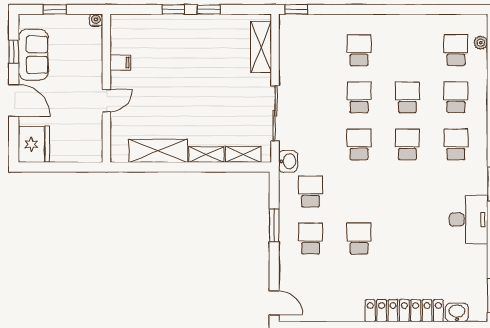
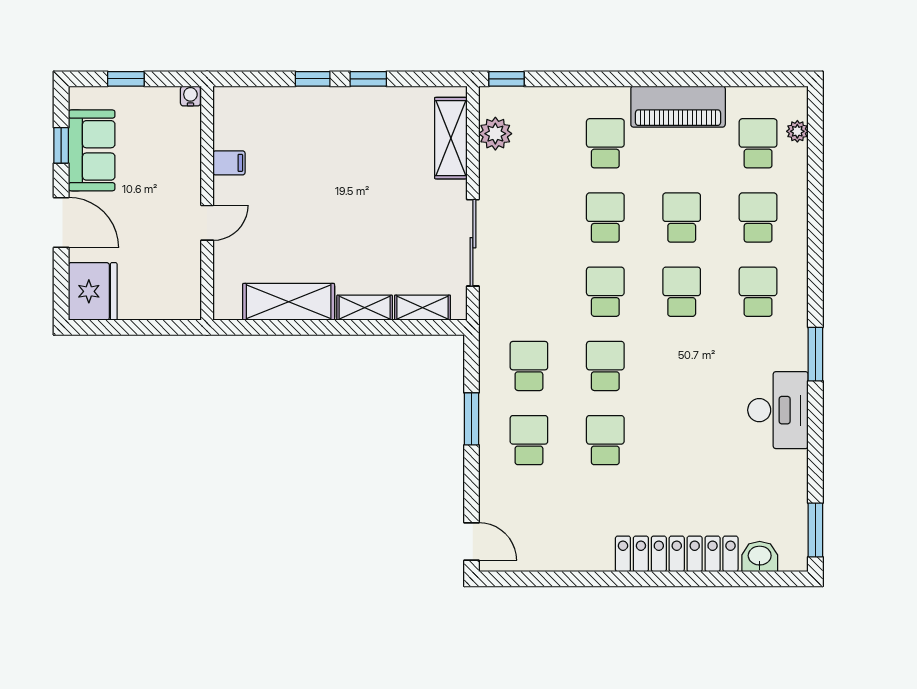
piano: (405, 27) -> (678, 107), added
plant: (289, 44) -> (495, 134), added
washbasin: (288, 161) -> (494, 318), removed
school desk: (359, 192) -> (605, 366), added

